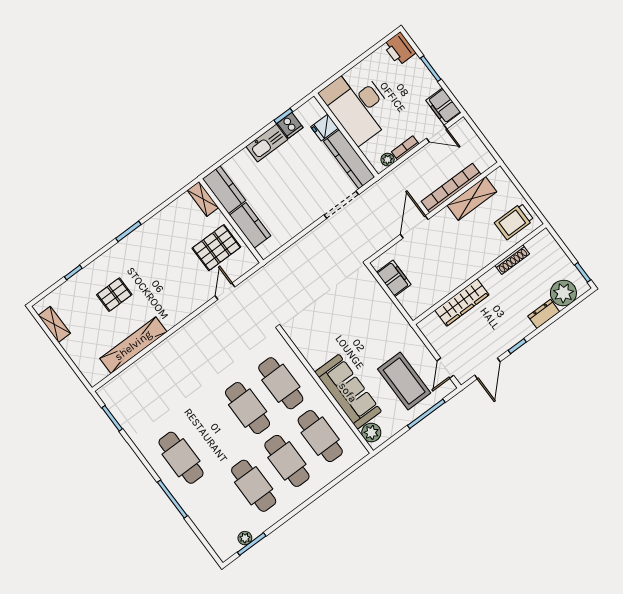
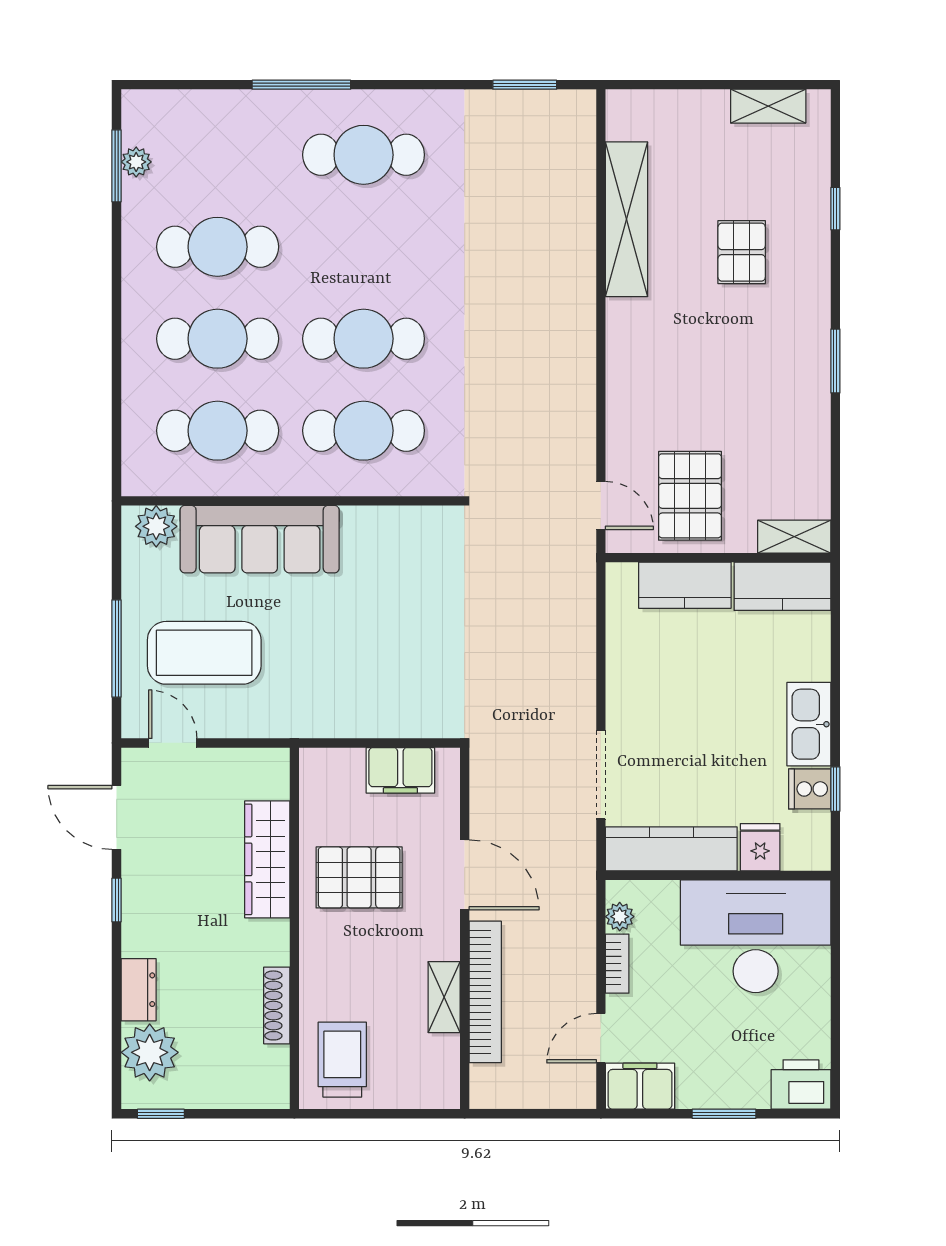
shelving: (472, 199) -> (444, 997), width x0.67, depth x0.75
pallet: (444, 264) -> (359, 877), added
door: (225, 291) -> (601, 506), moved

